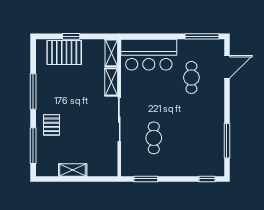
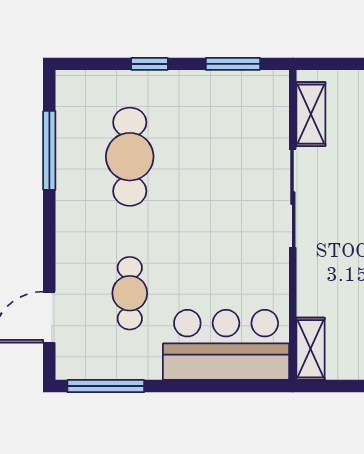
shelving: (111, 82) -> (311, 114), moved
cafe table: (154, 138) -> (130, 157), moved, width x1.37, depth x1.35
window: (207, 179) -> (149, 64), moved

